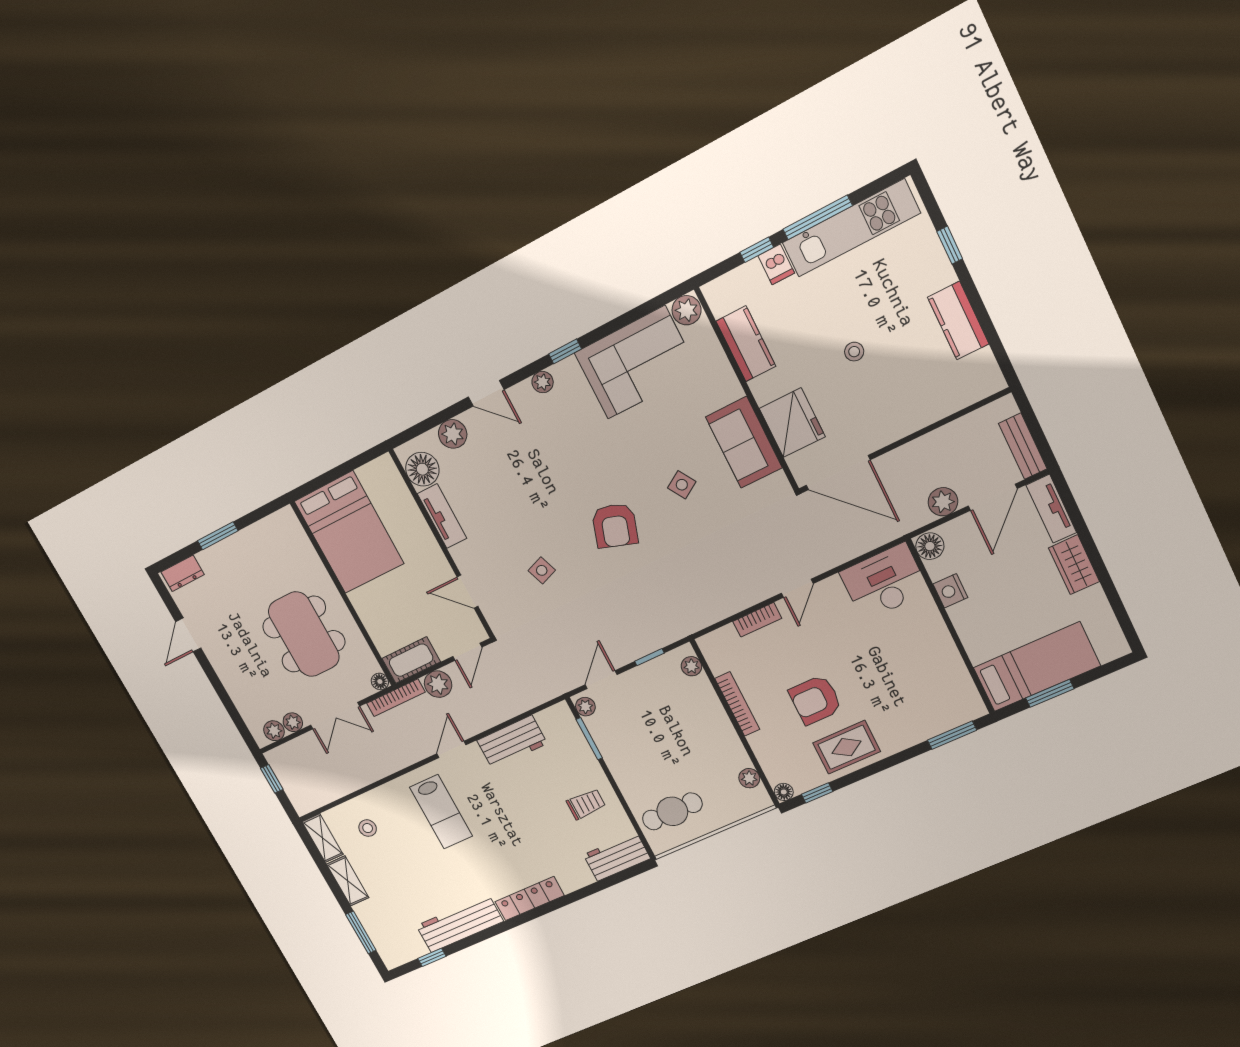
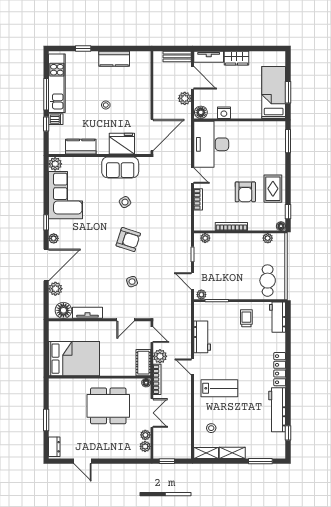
door: (486, 393) -> (46, 265), width x1.87
desk: (884, 582) -> (211, 144), width x1.36, depth x1.30

